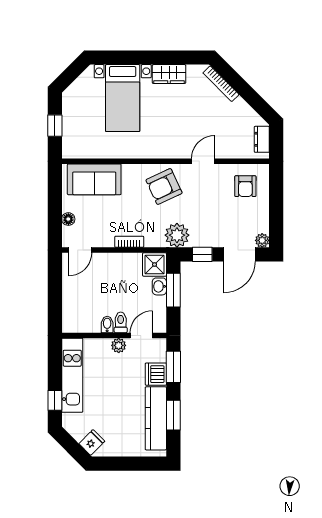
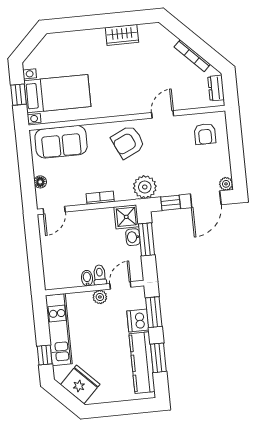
bookcase: (221, 84) -> (192, 56), moved
bed with nightstands: (123, 98) -> (57, 94), moved, turned -90
fridge: (92, 442) -> (80, 384), width x1.88, depth x1.34

